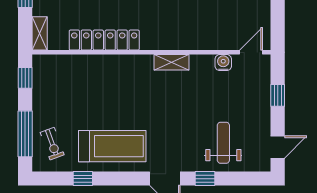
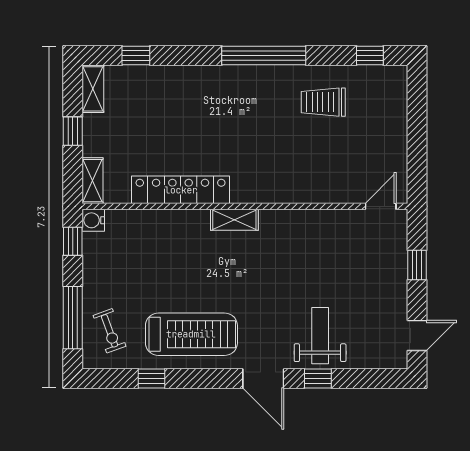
shelving: (171, 62) -> (234, 220), moved
water cooler: (223, 63) -> (93, 220), moved, turned -90
weight bench: (223, 143) -> (320, 336), moved

